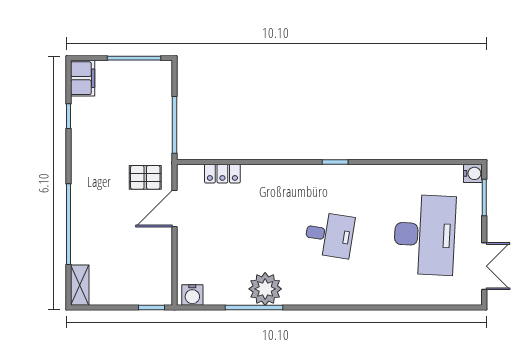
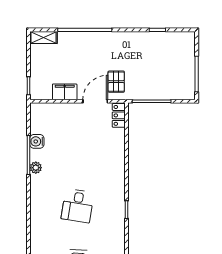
filing cabinet: (83, 78) -> (65, 92), moved, turned 180
locker: (222, 174) -> (119, 115), moved
door: (175, 209) -> (95, 101), hinge flipped
plant: (265, 289) -> (36, 168), width x0.53, depth x0.53
water cooler: (192, 295) -> (37, 141), moved

